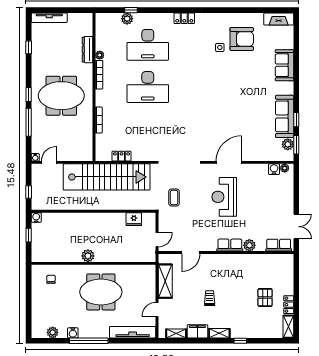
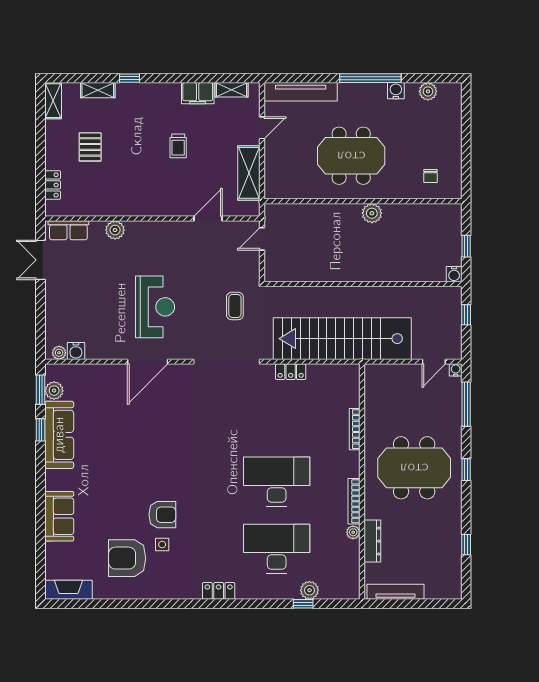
tv unit: (49, 18) -> (396, 592), moved
armchair: (220, 66) -> (162, 515), added
window: (29, 122) -> (466, 404), moved
locker: (121, 156) -> (291, 372), moved
fridge: (134, 219) -> (299, 272), removed
row of seats: (230, 245) -> (146, 230), removed
locker: (289, 305) -> (53, 185), moved
shelving: (219, 333) -> (98, 90), moved

